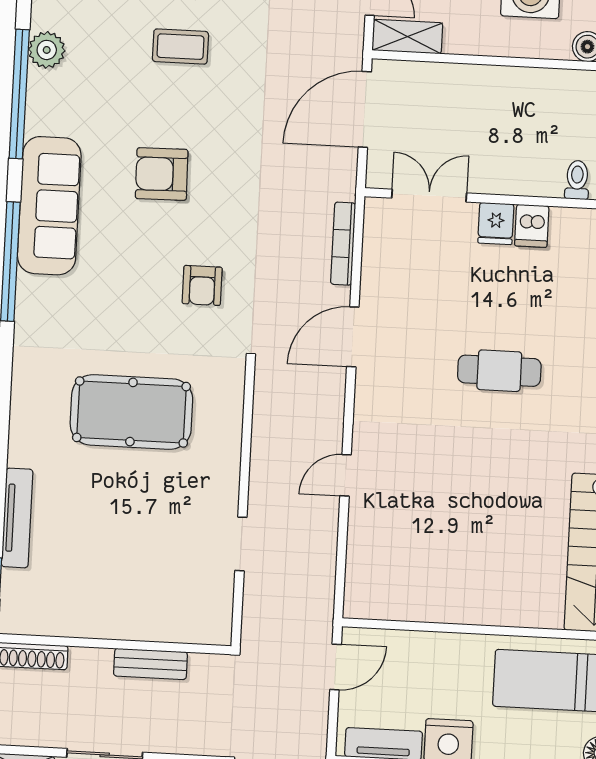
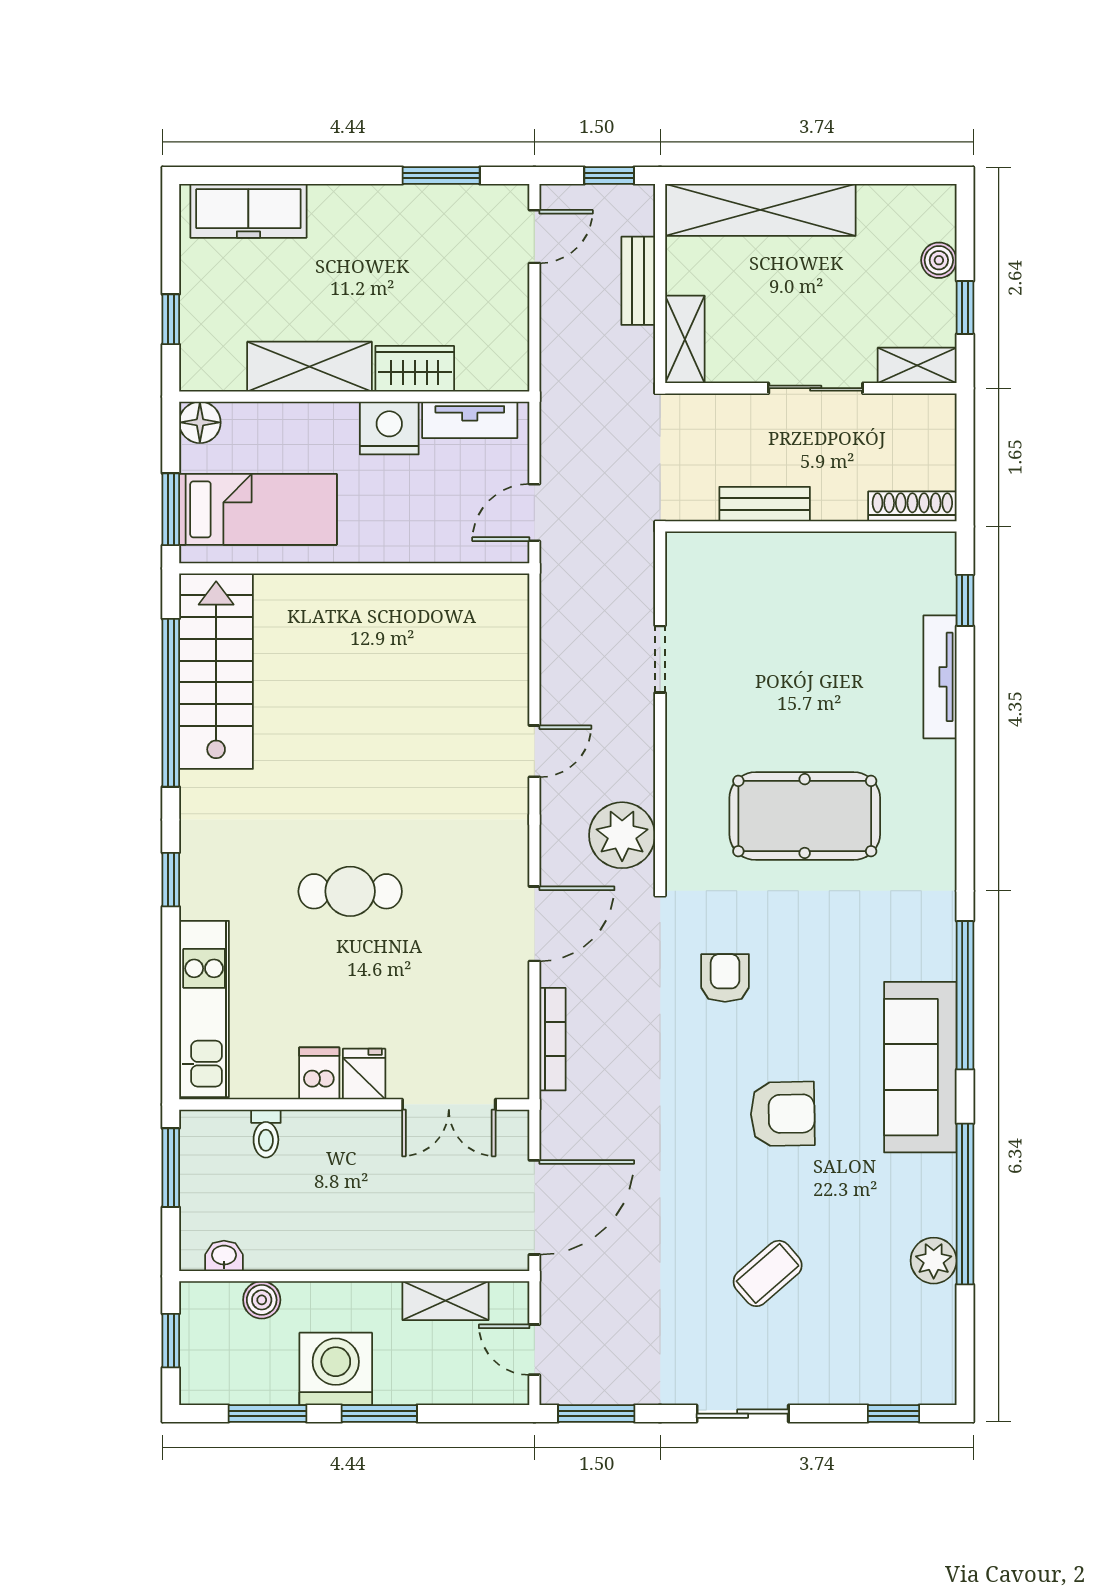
shelving: (407, 37) -> (446, 1301), moved
coffee table: (180, 47) -> (768, 1273), turned -41
plant: (279, 404) -> (622, 835), added

